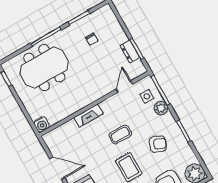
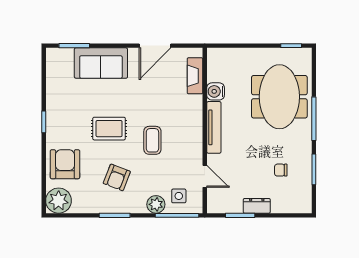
dresser: (130, 51) -> (257, 206), moved
tv unit: (89, 99) -> (214, 127), added
fireplace: (88, 116) -> (195, 76), moved
water cooler: (42, 124) -> (216, 91), moved

